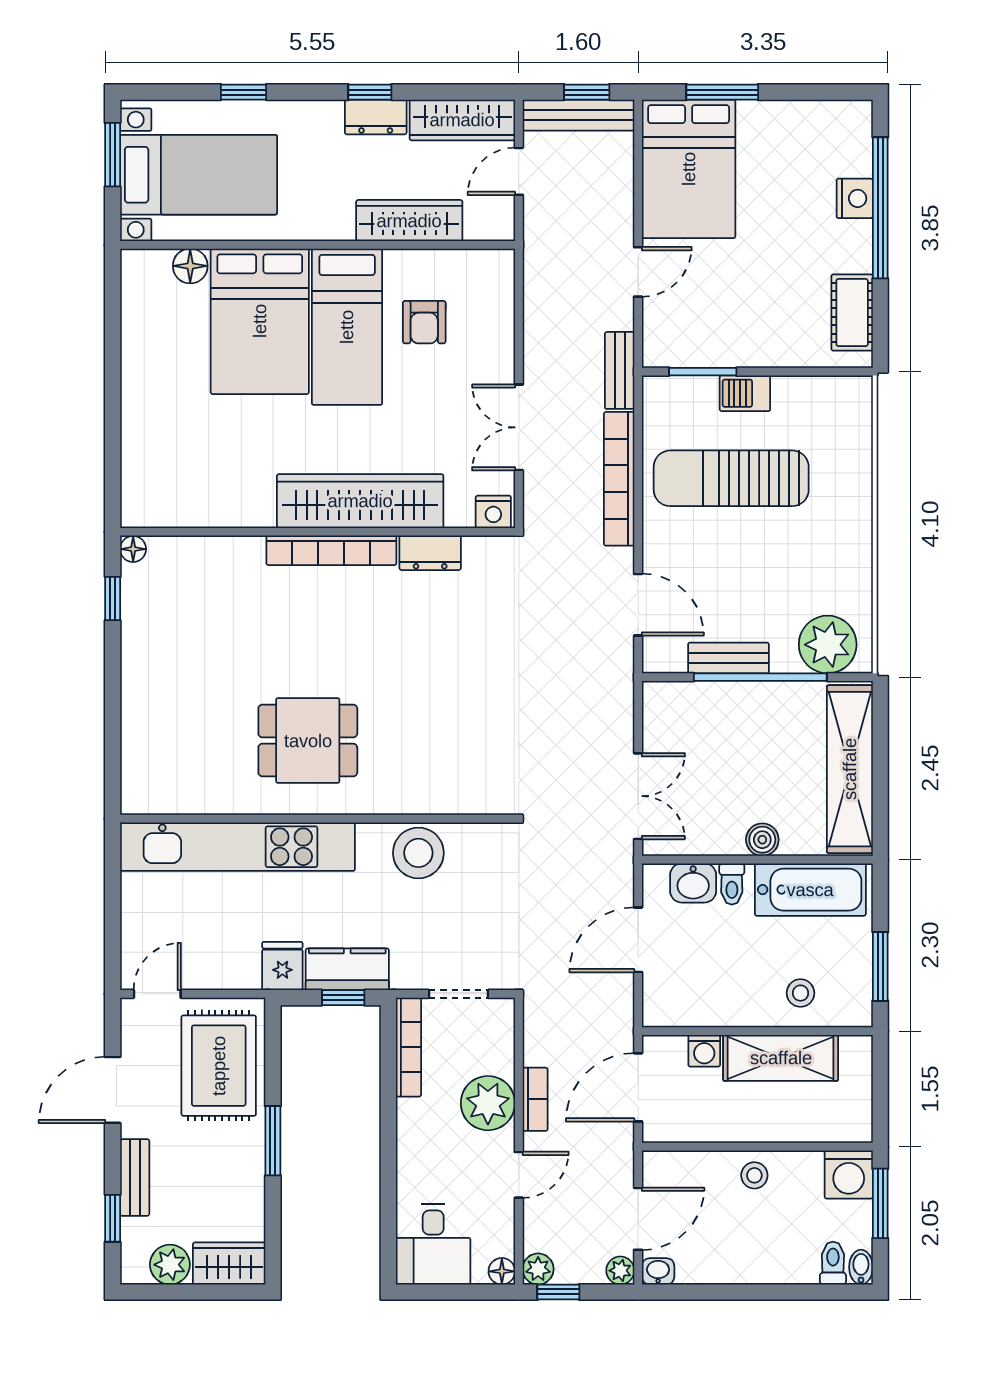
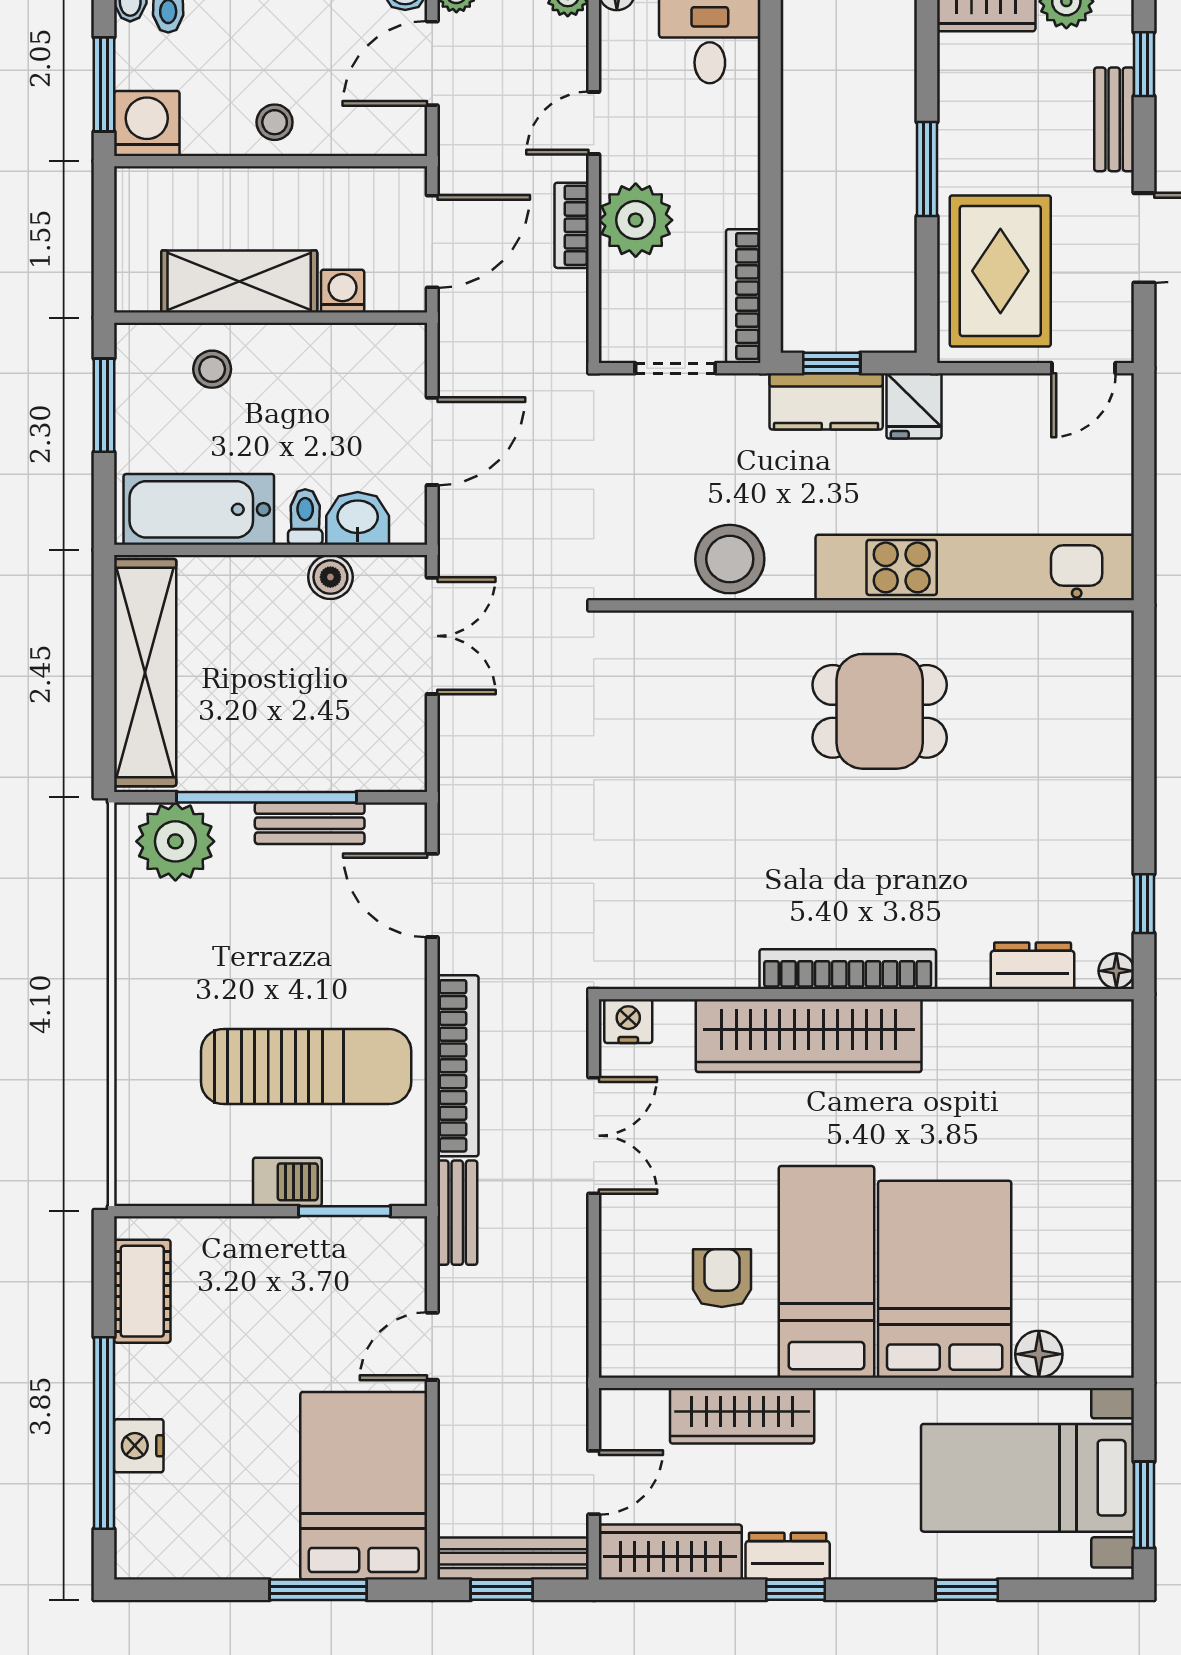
dresser: (430, 553) -> (1033, 966), moved
double door: (638, 796) -> (432, 636), swing flipped
boiler: (762, 840) -> (330, 577), moved

